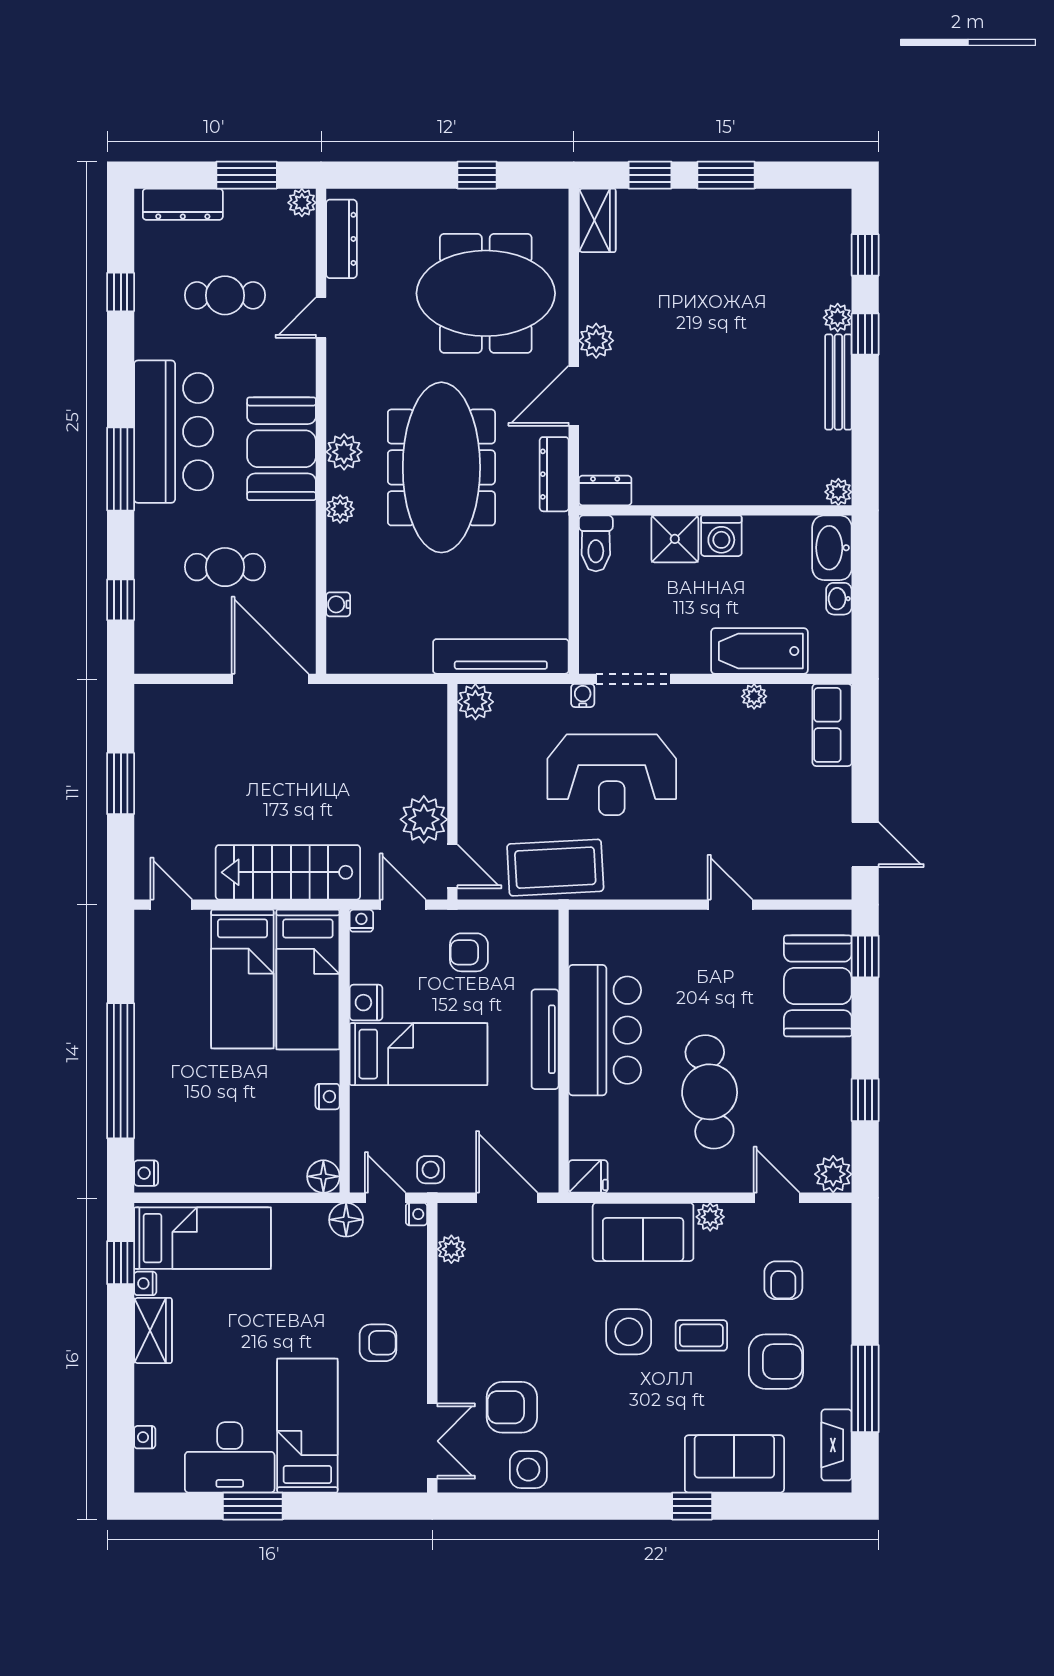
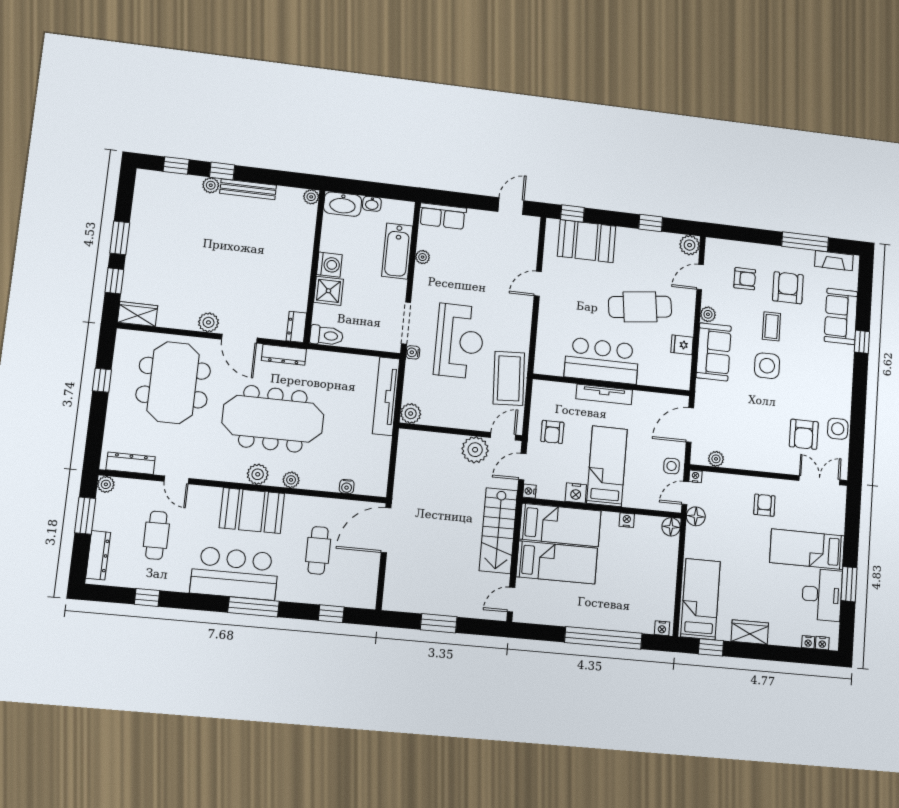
fridge: (588, 1176) -> (682, 345), moved, turned -90
nightstand: (145, 1283) -> (822, 643), moved

